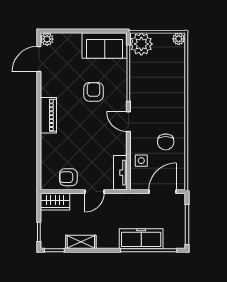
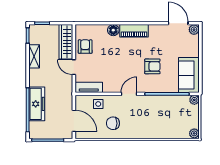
plant: (141, 44) -> (194, 100), width x0.53, depth x0.53
floor lamp: (48, 141) -> (113, 30), added
wardrobe: (55, 202) -> (66, 42), width x1.50

